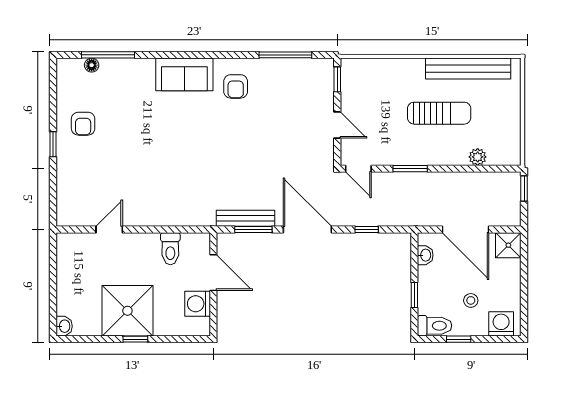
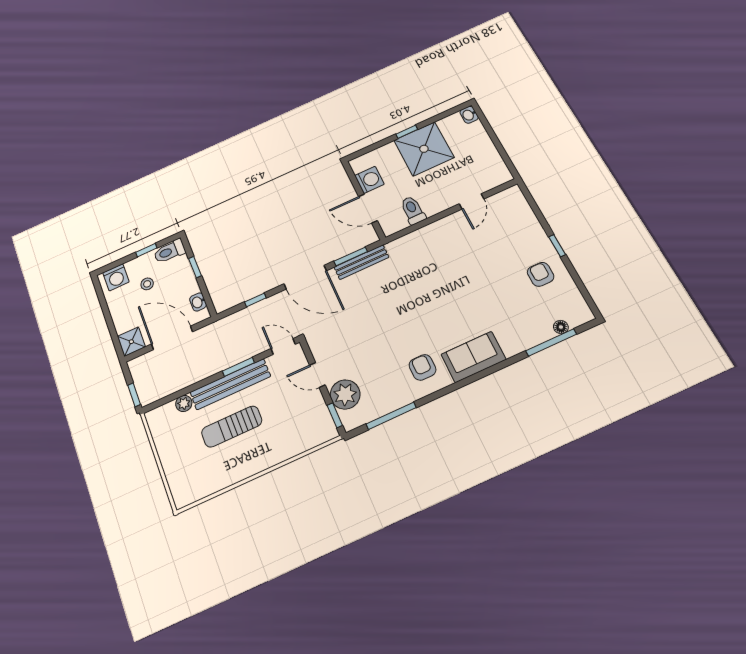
bench: (468, 69) -> (230, 384), moved
plant: (319, 94) -> (345, 394), added

